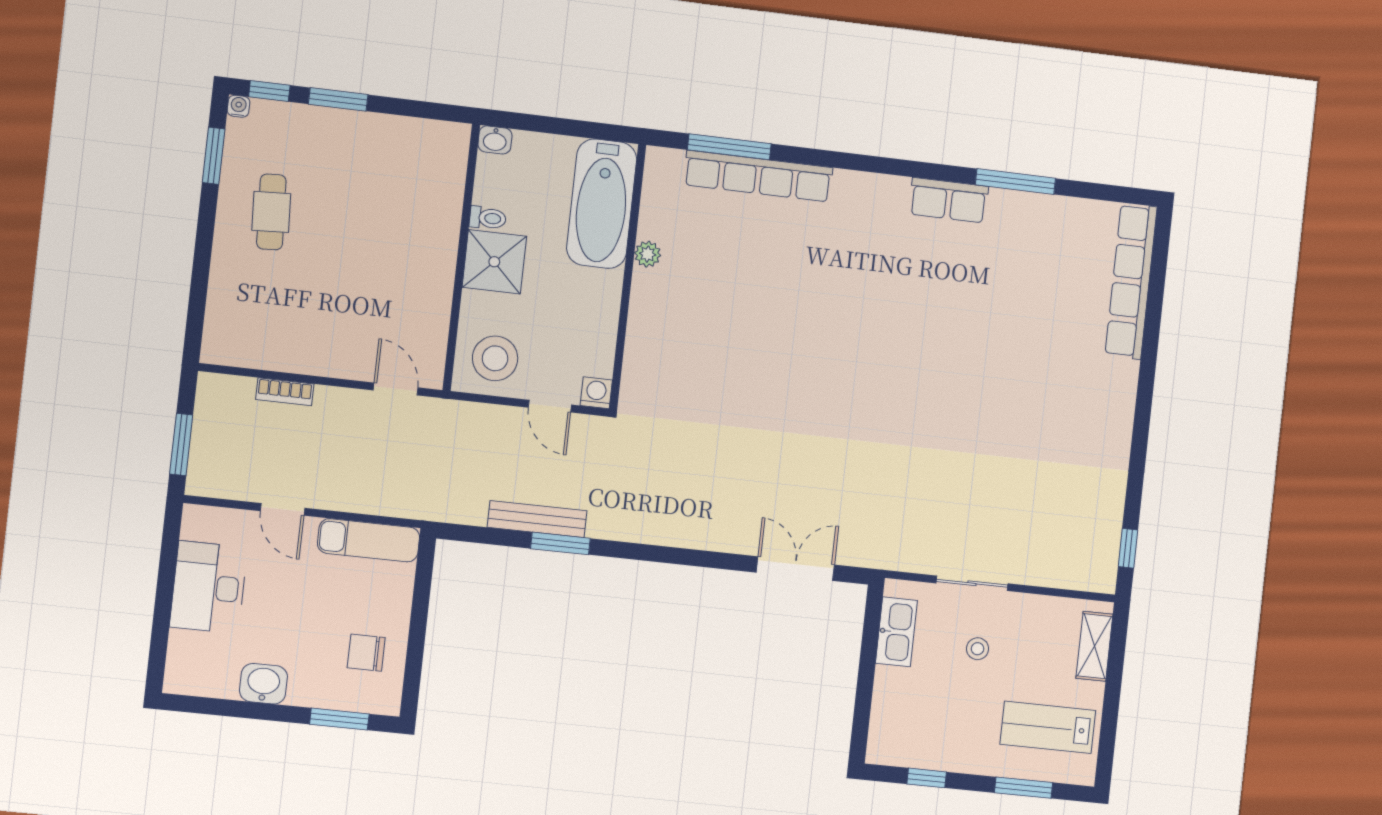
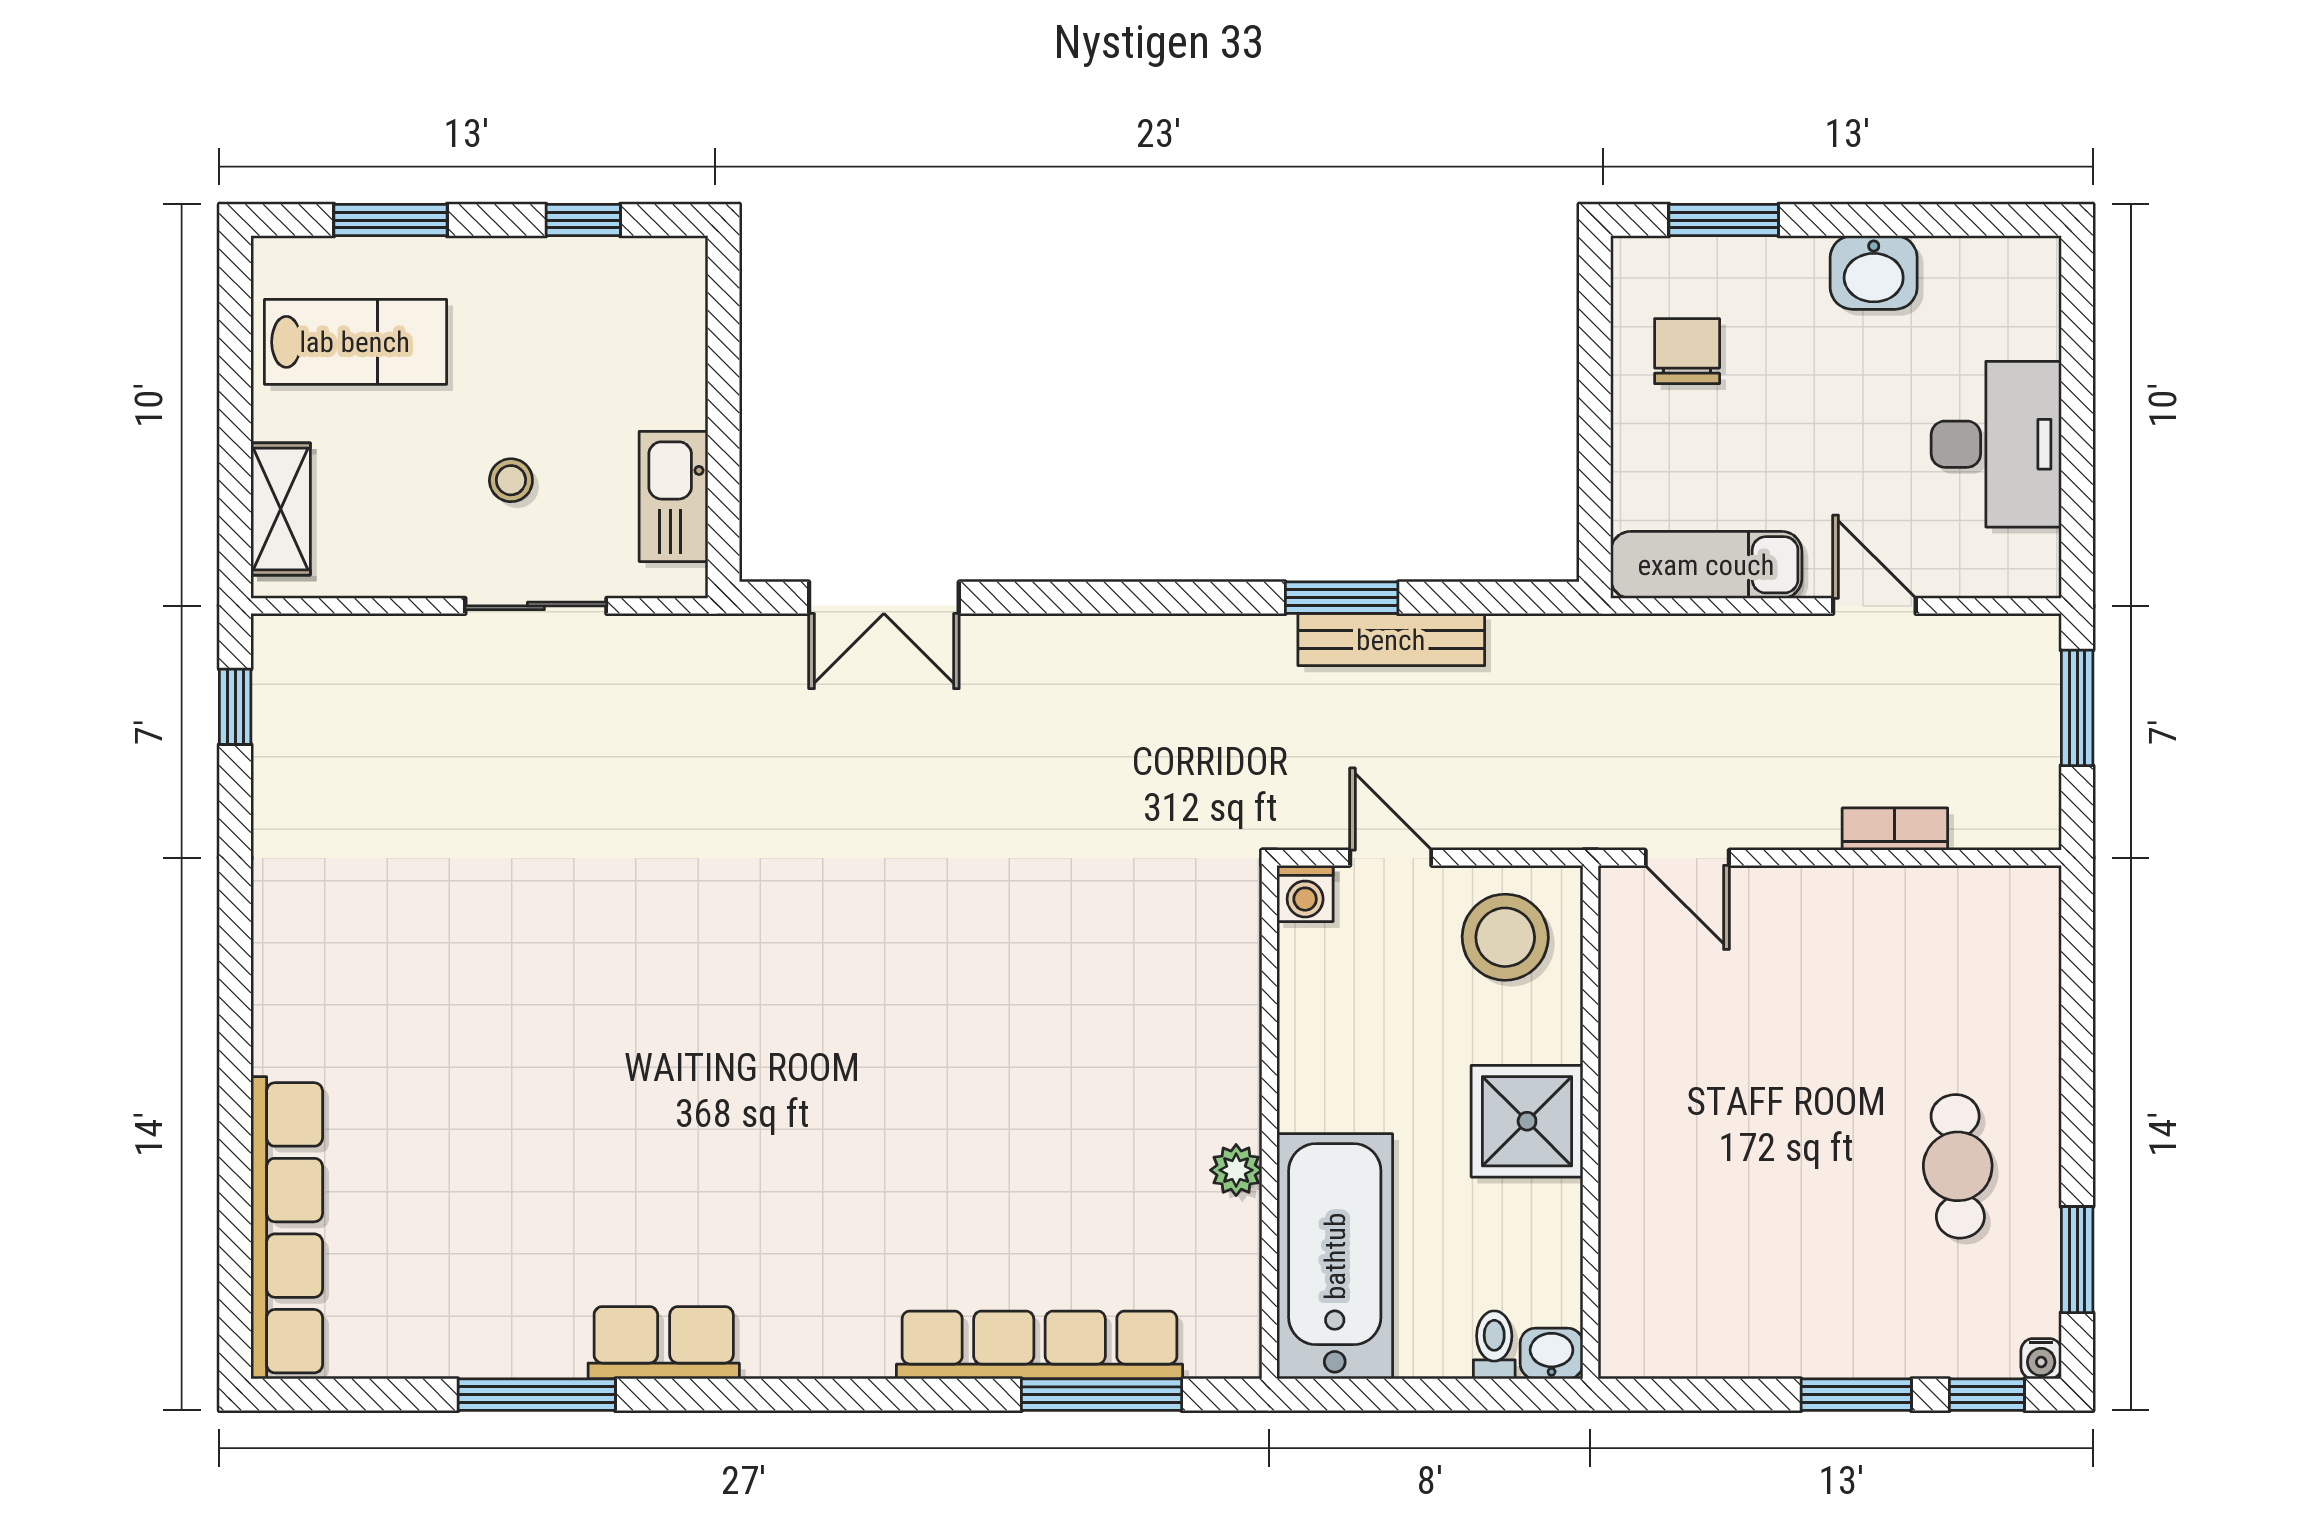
toilet: (488, 218) -> (1494, 1345), moved, turned 90
chair: (366, 653) -> (1687, 351), turned -90

